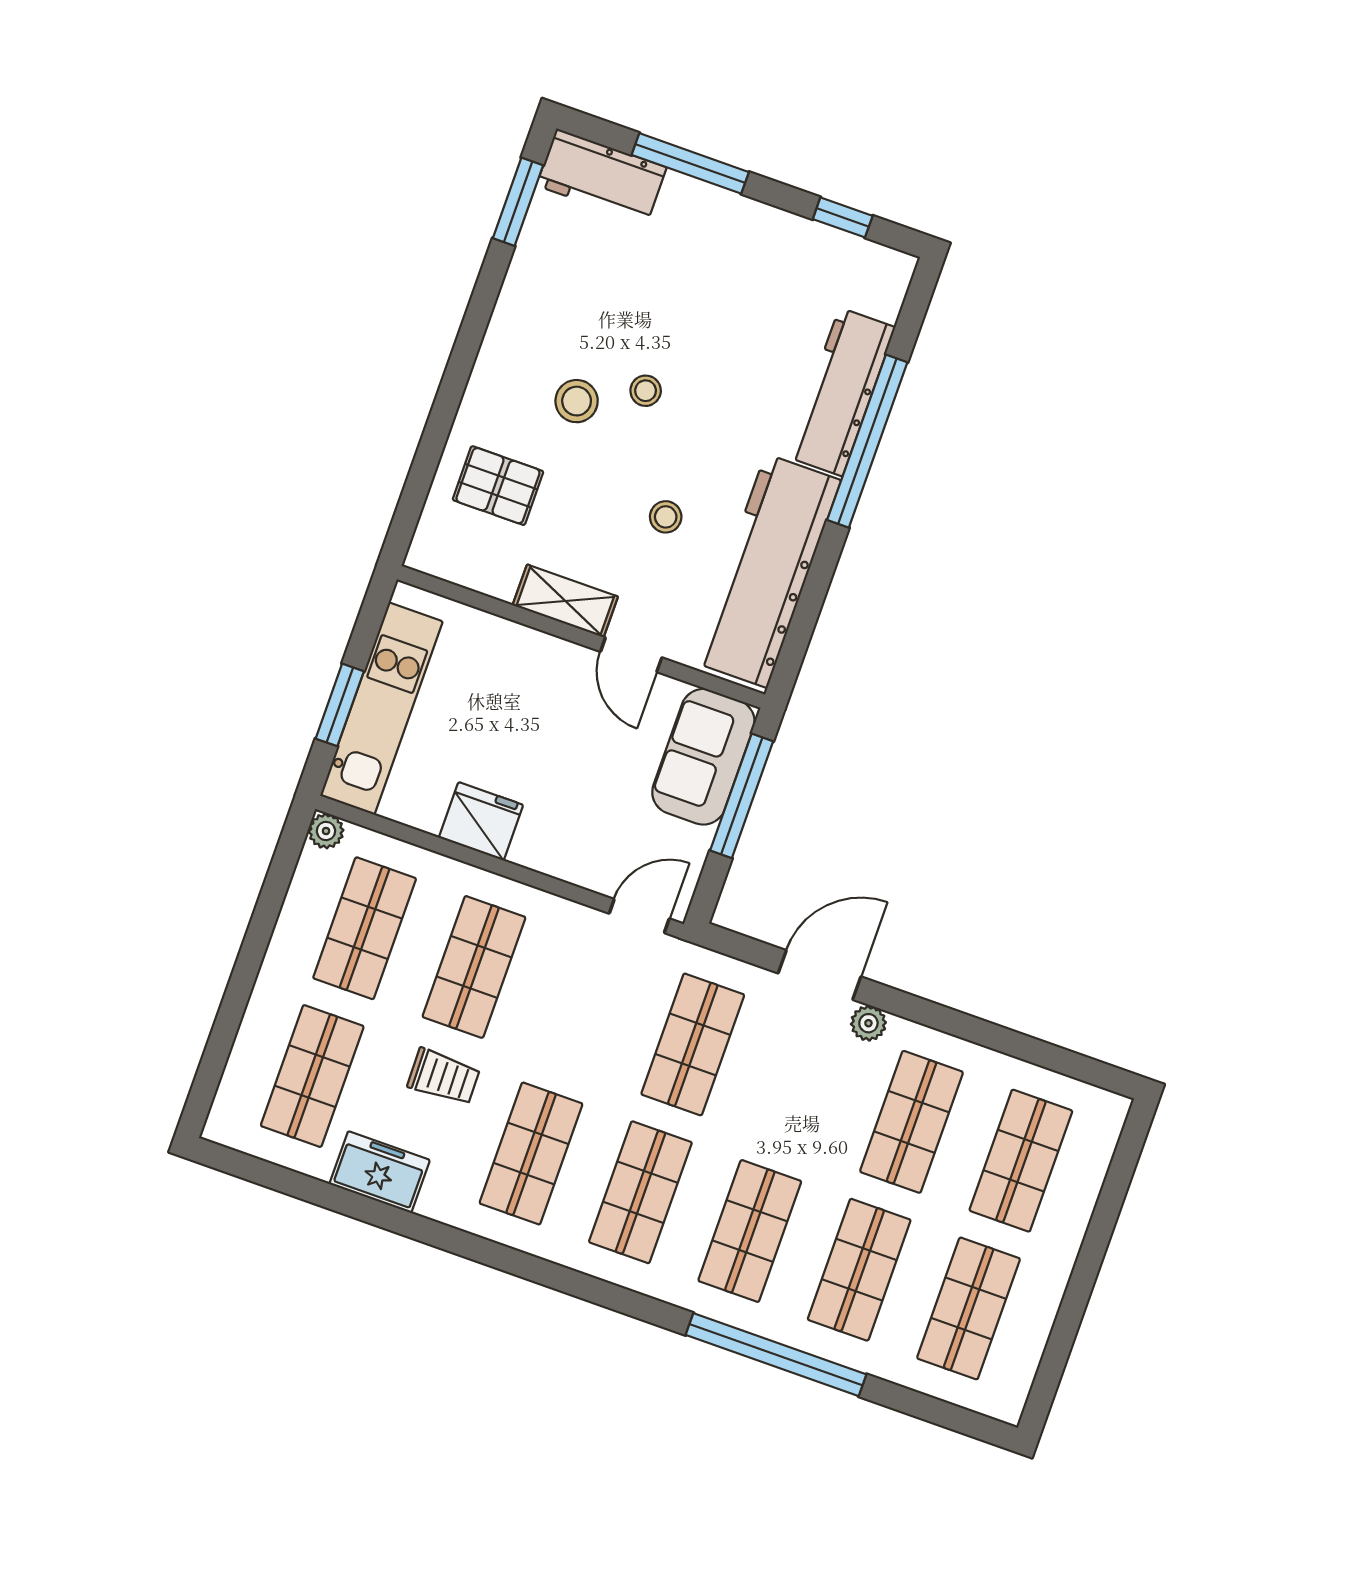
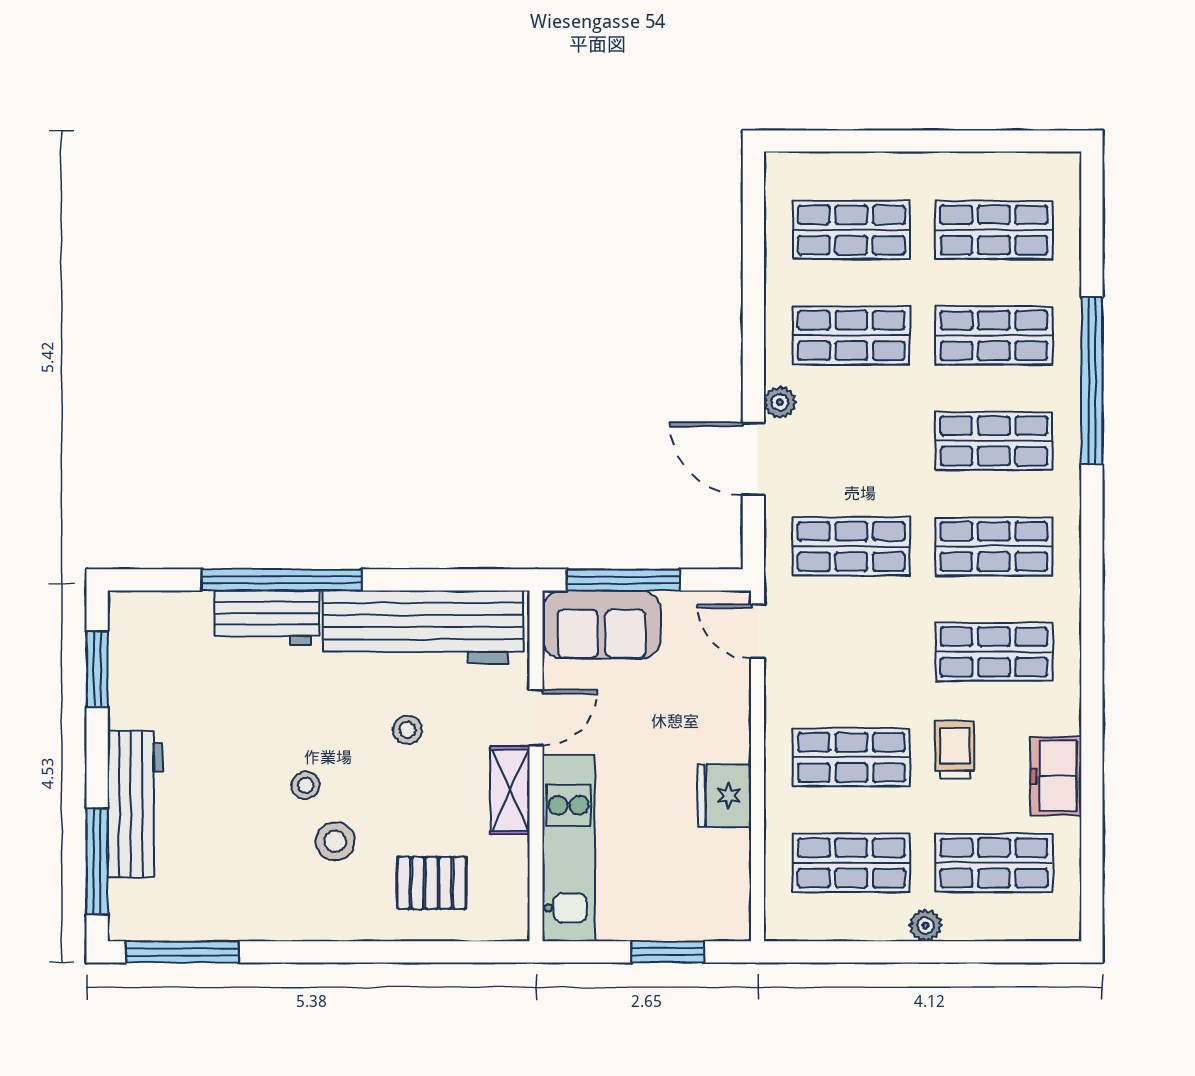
window: (690, 163) -> (97, 861), moved
workbench: (602, 176) -> (135, 804), moved, width x1.38
window: (518, 202) -> (182, 952), width x1.44
window: (843, 217) -> (97, 669), width x1.50
workbench: (841, 392) -> (267, 617), width x0.73
pallet: (498, 486) -> (432, 883), turned 90
kitchen unit: (381, 709) -> (569, 848), moved, turned 90
plant: (326, 831) -> (926, 925), moved

